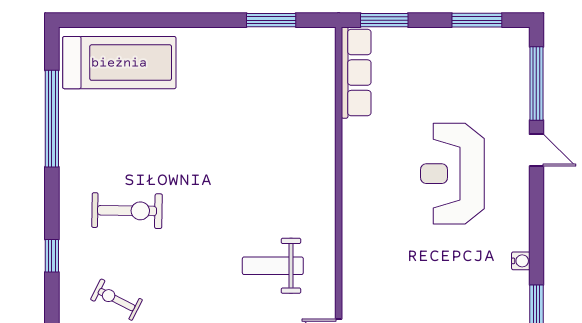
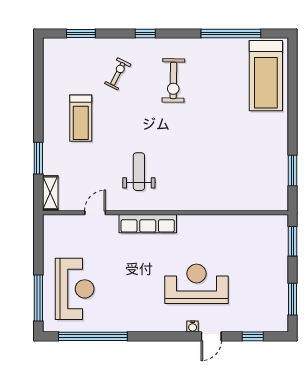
row of seats: (356, 73) -> (148, 224), moved
window: (536, 84) -> (253, 336), width x0.46
water cooler: (521, 261) -> (193, 327), moved

